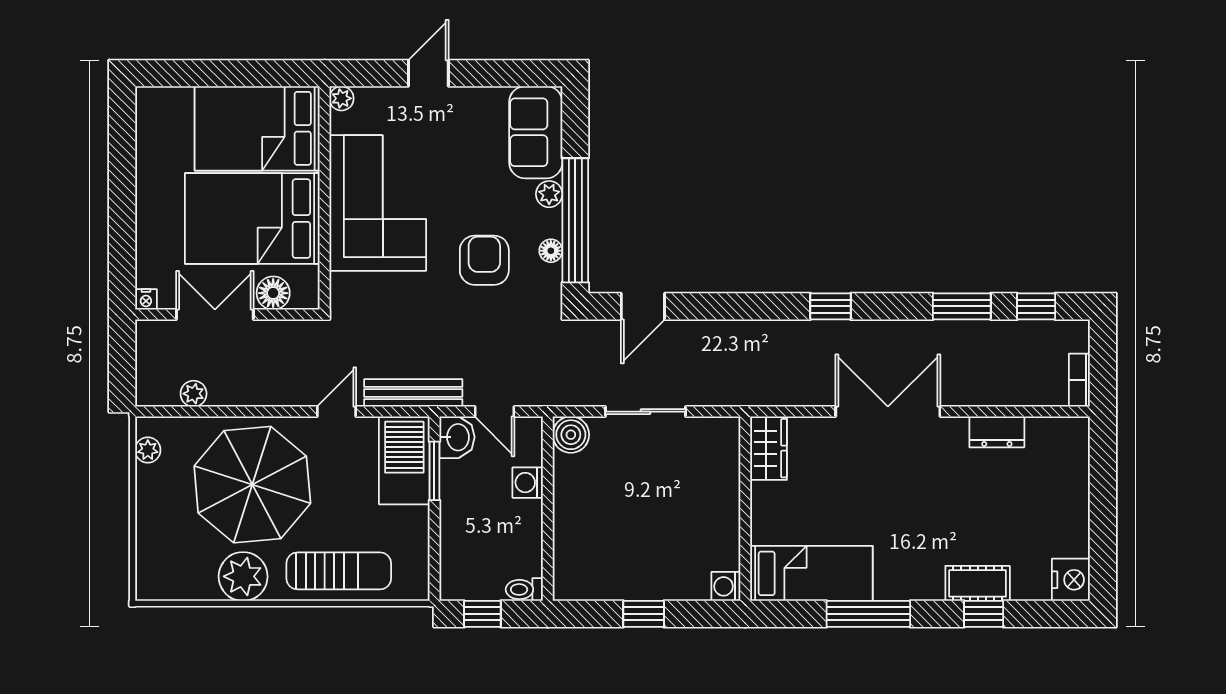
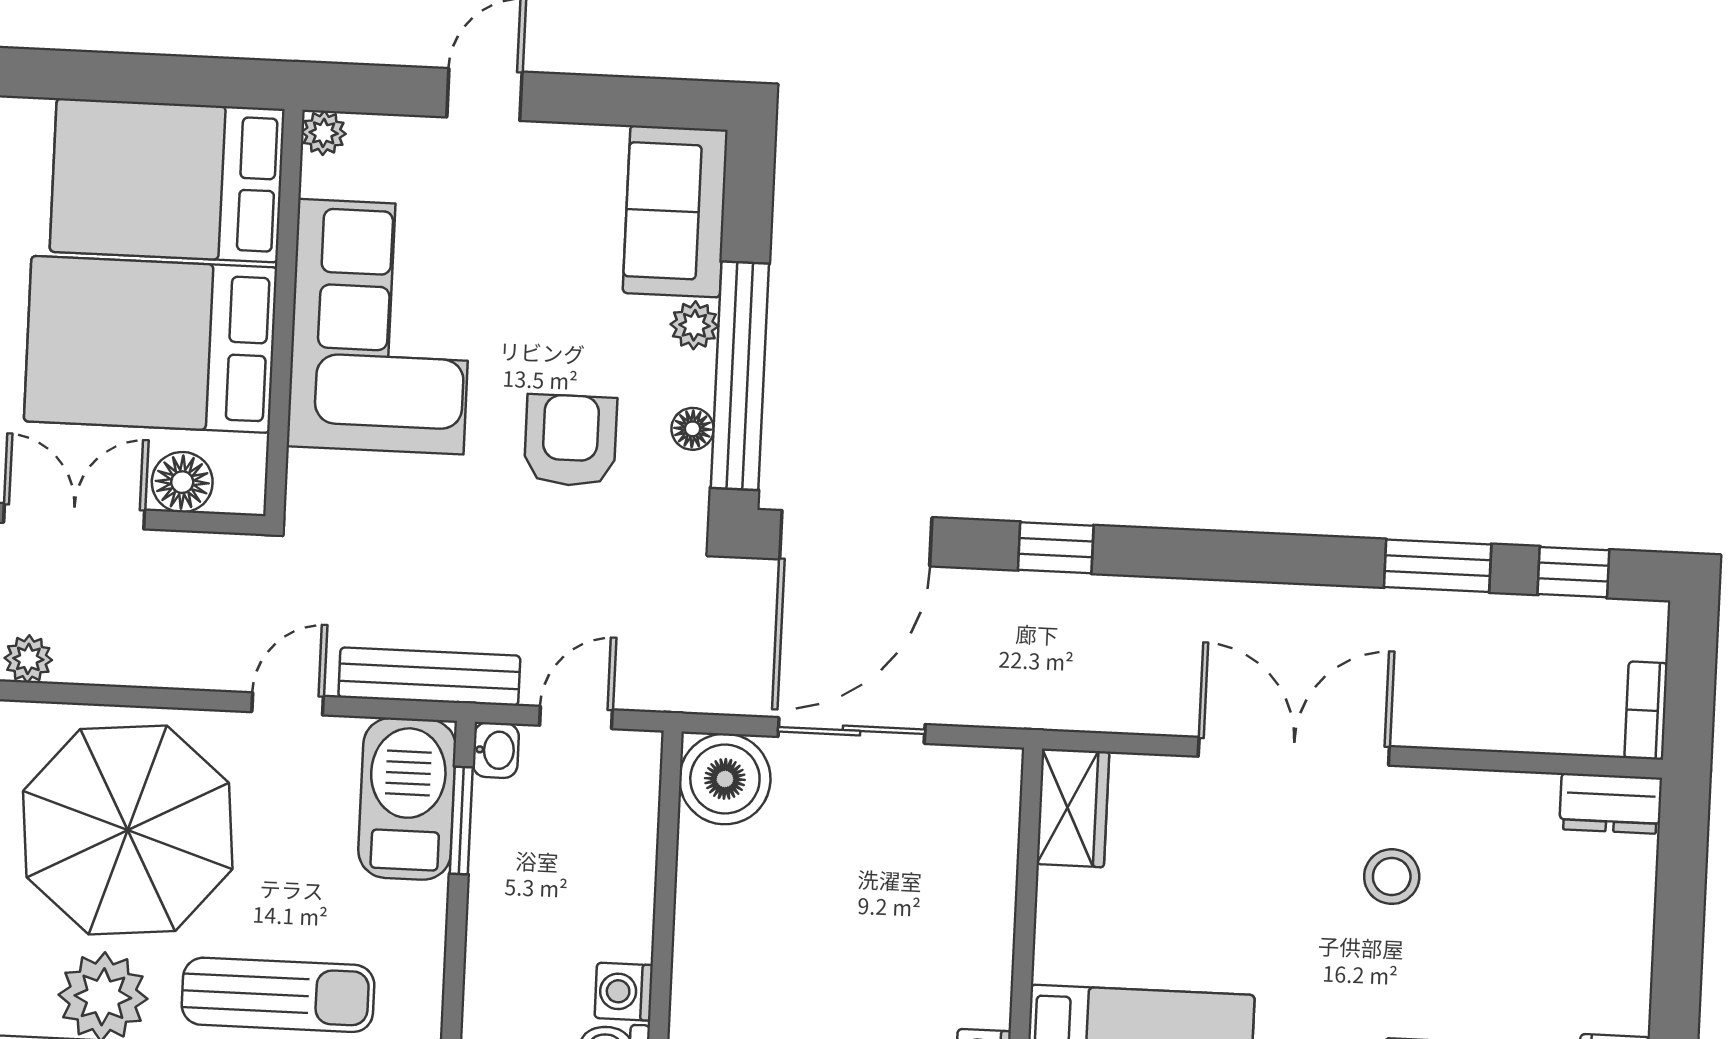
door: (643, 306) -> (856, 538), width x1.88
window: (830, 306) -> (1056, 548), moved
door: (495, 412) -> (576, 718), swing flipped
dresser: (997, 432) -> (1611, 803), moved
boiler: (571, 435) -> (725, 779), width x1.37, depth x1.37
washbasin: (457, 437) -> (496, 750), width x0.72, depth x0.69
stool: (945, 477) -> (1392, 877), added
washing machine: (528, 483) -> (624, 992), moved

